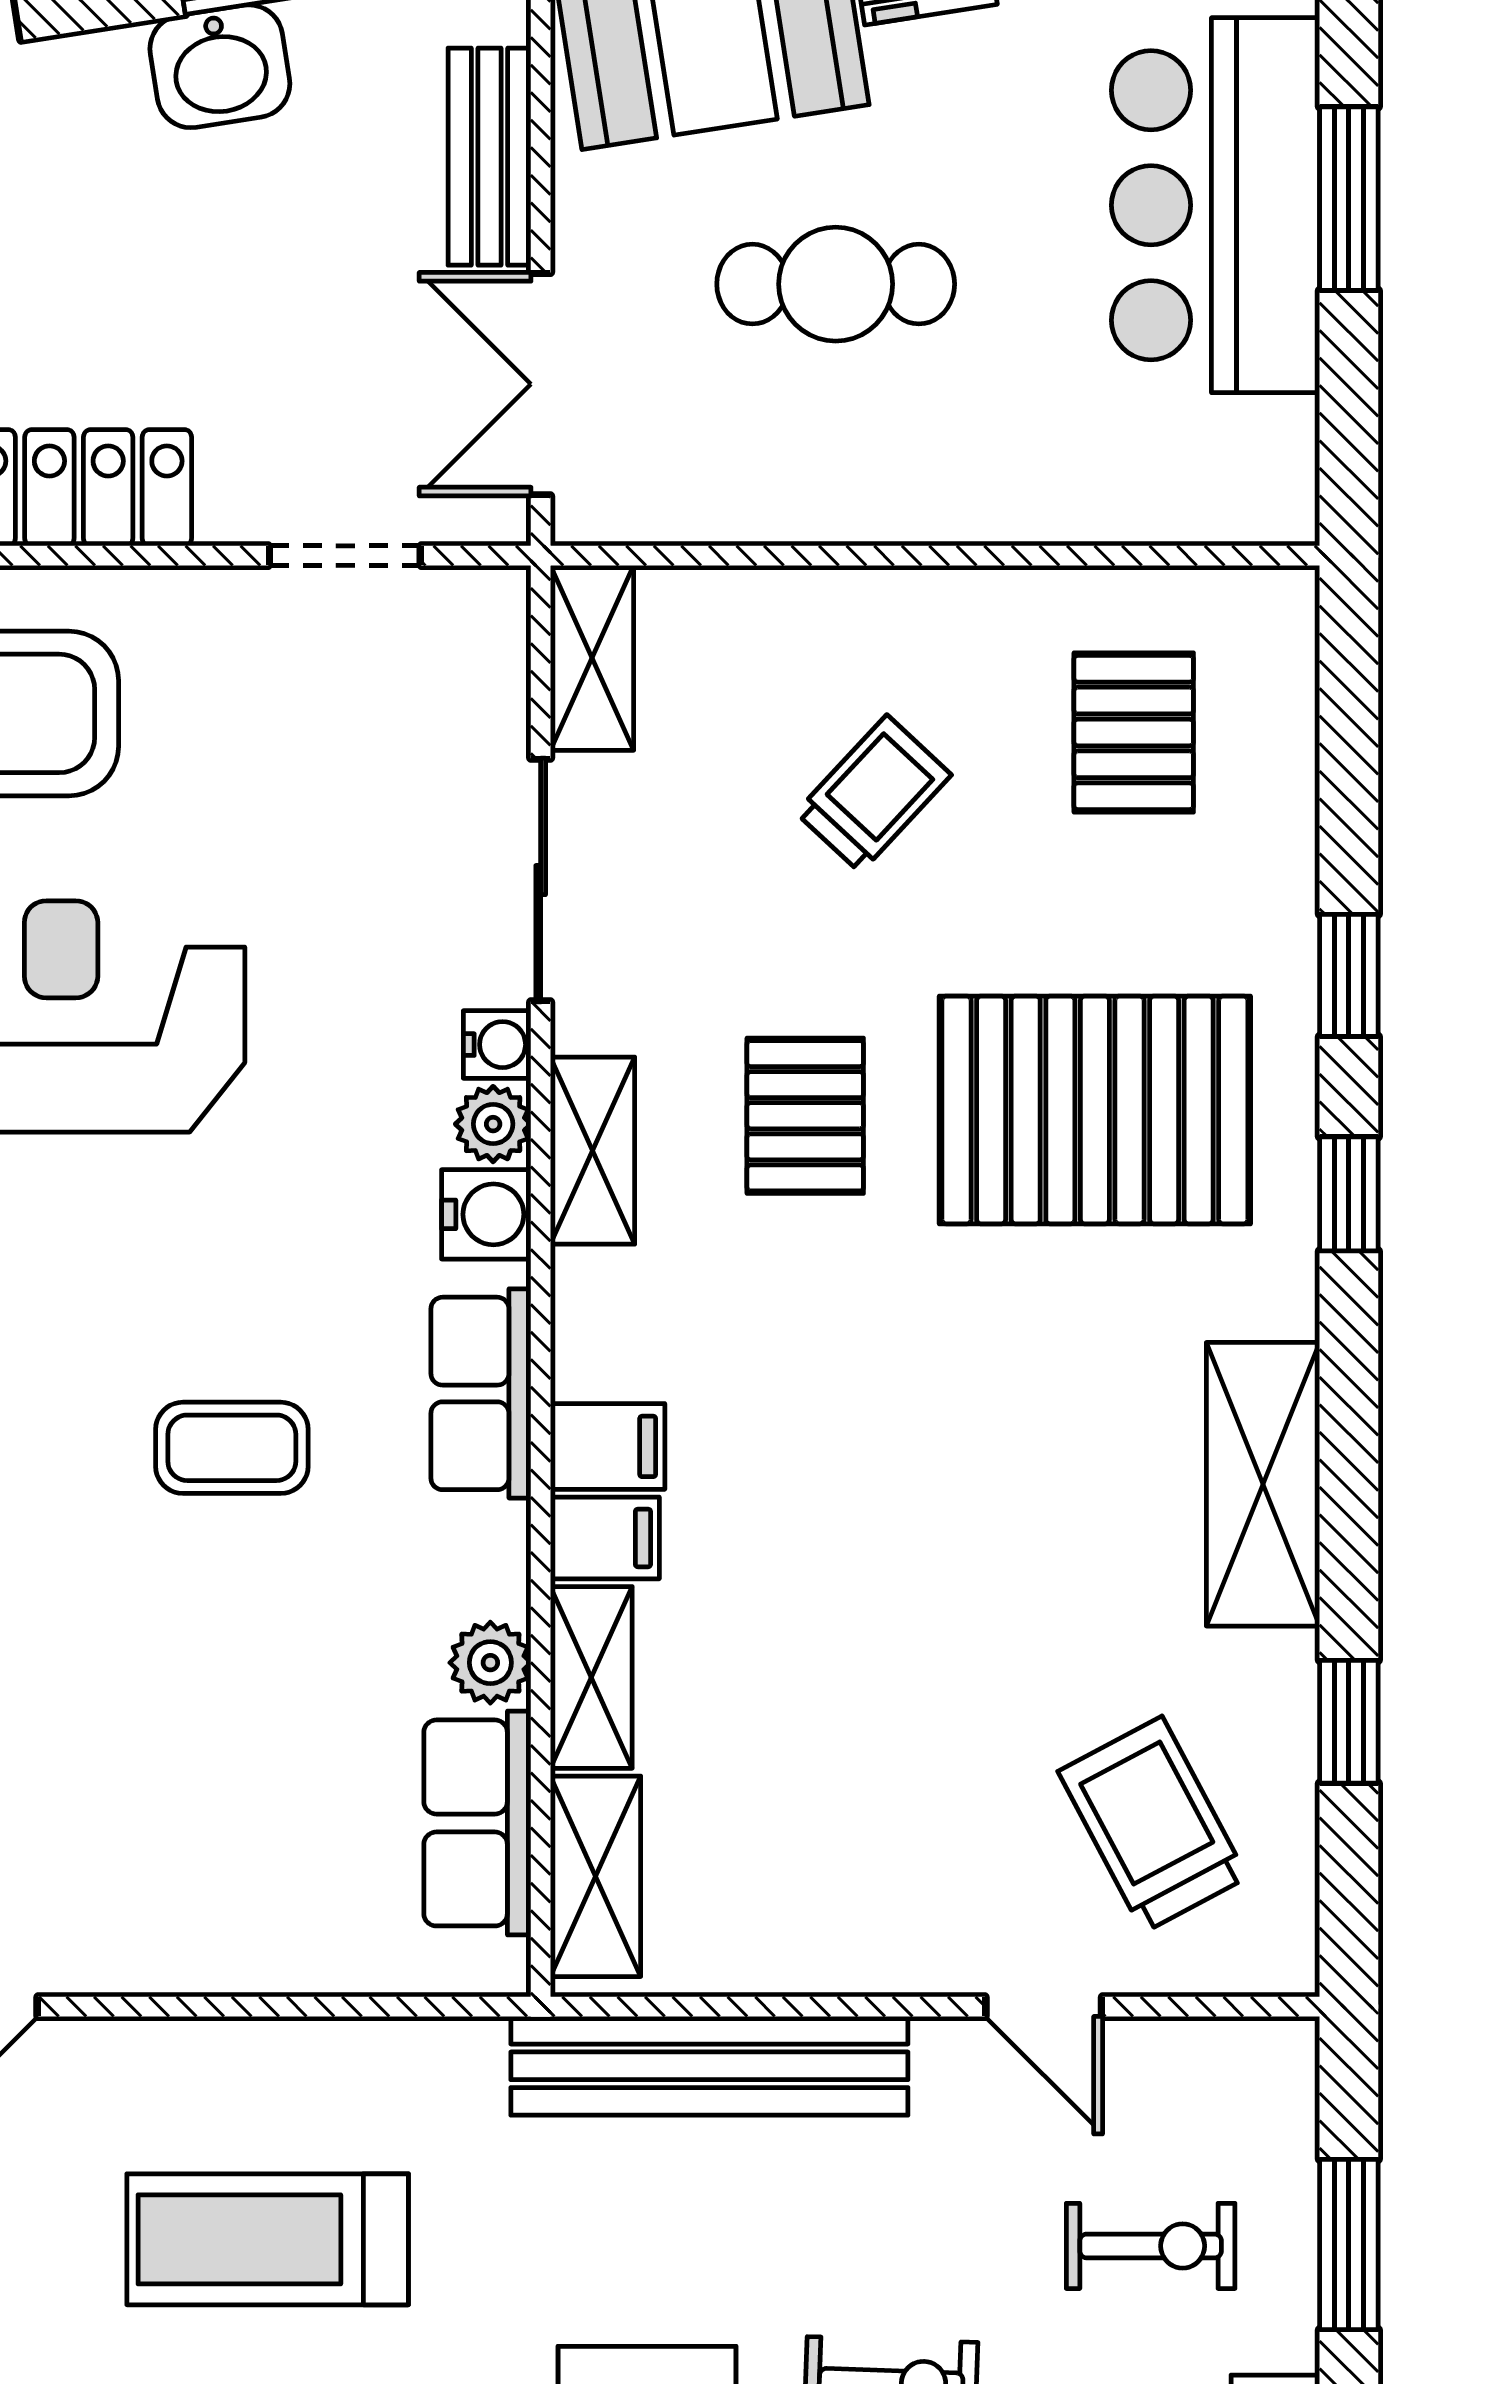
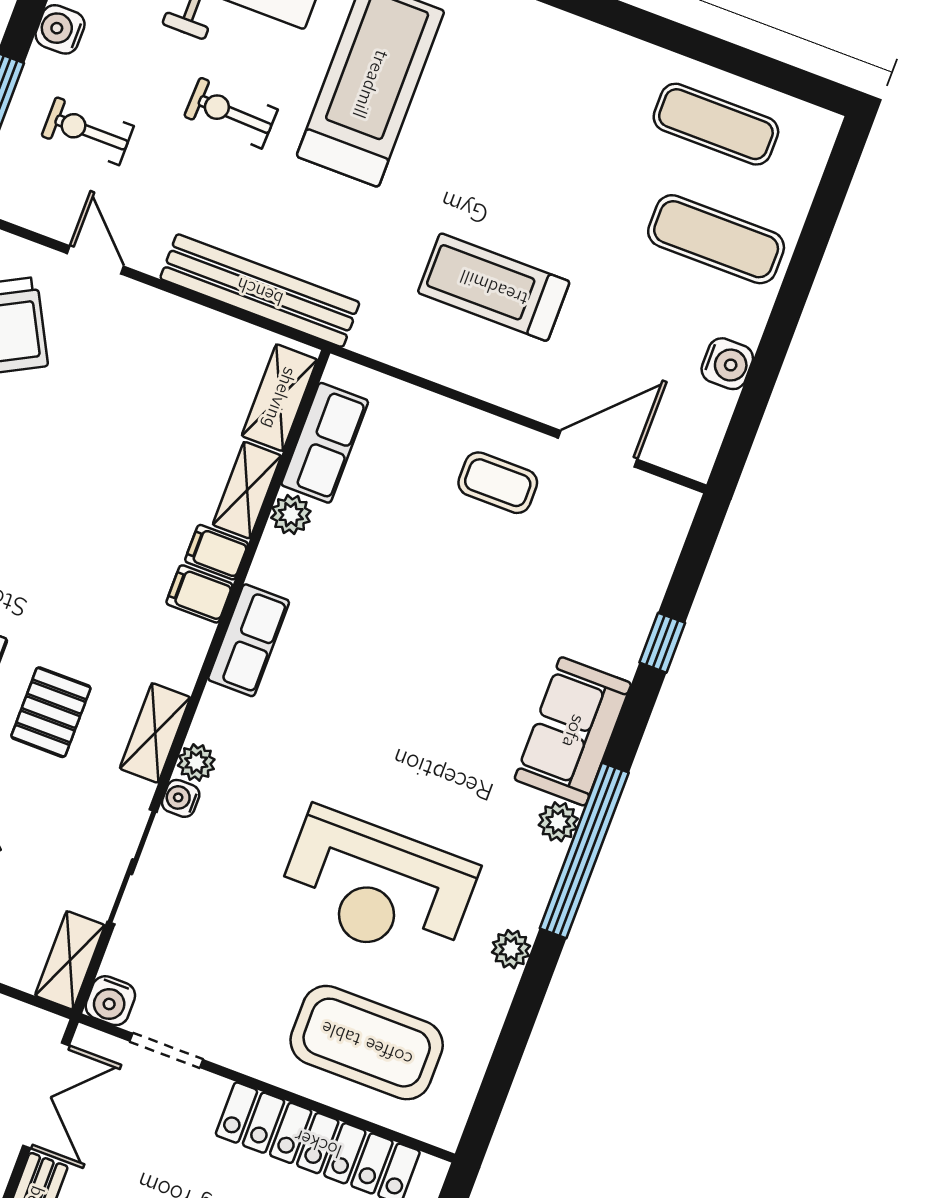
water cooler: (486, 1214) -> (110, 1001), moved, turned -90
coffee table: (232, 1448) -> (498, 483), moved
treadmill: (268, 2239) -> (494, 287), turned 180

